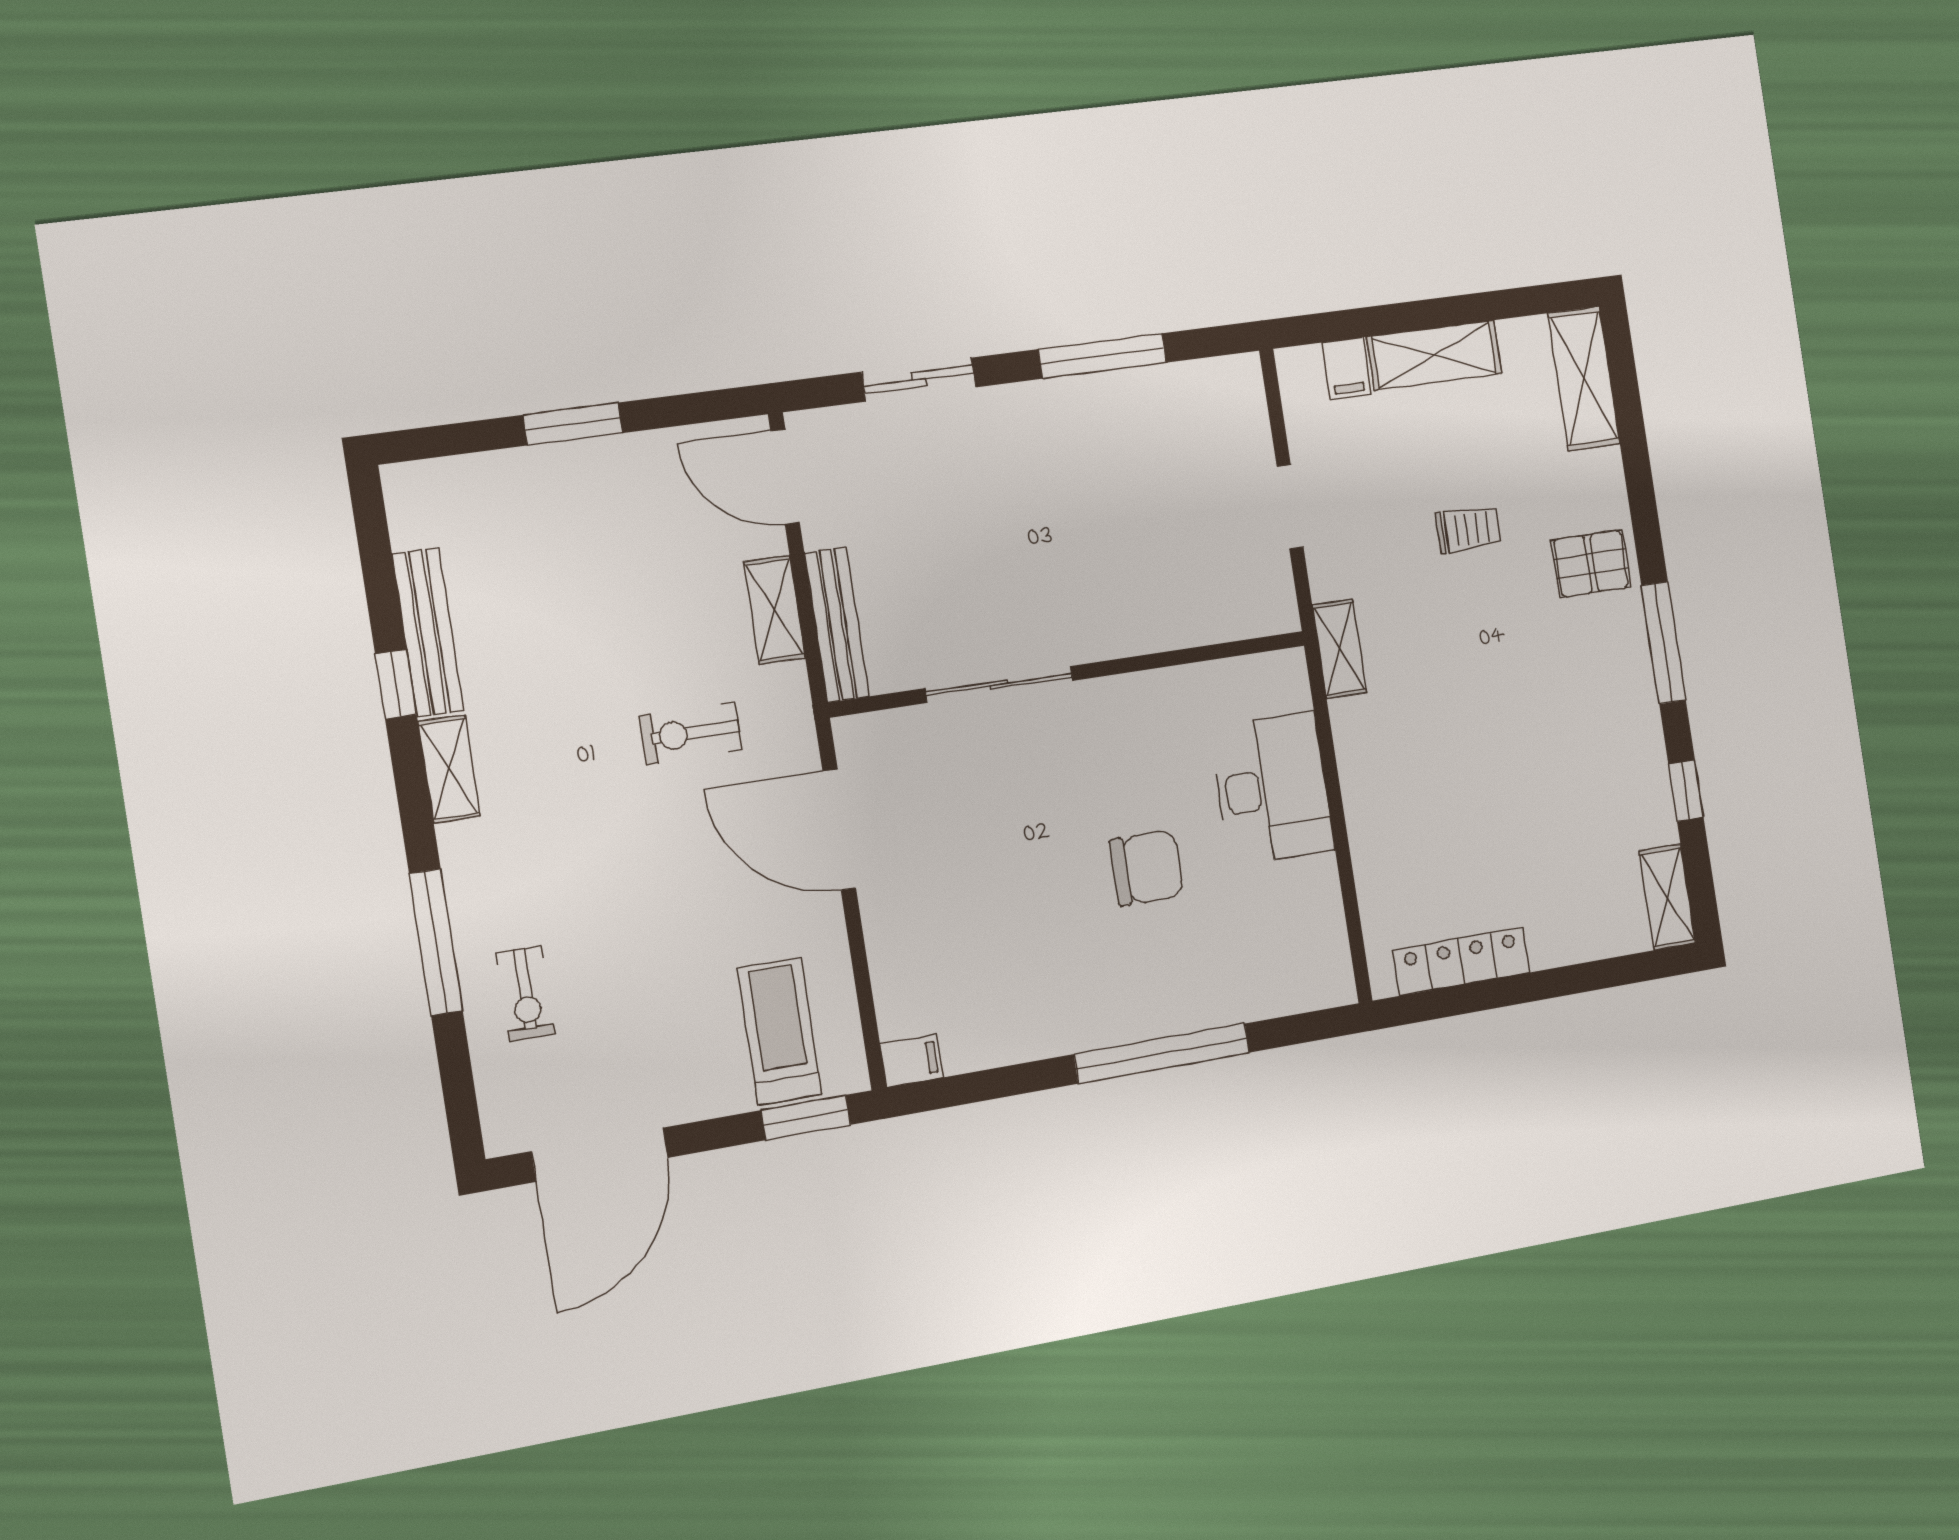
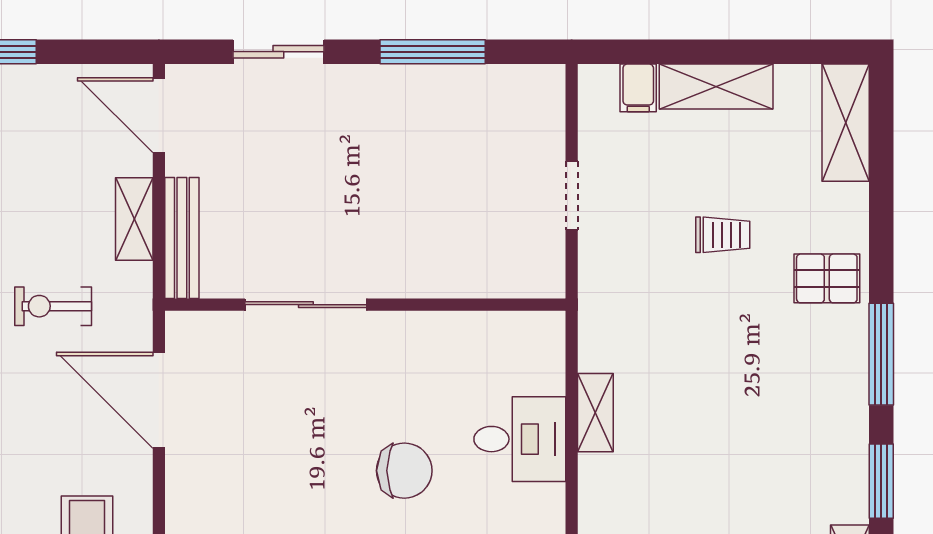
shelving: (1339, 649) -> (595, 413), moved
desk: (1272, 789) -> (520, 439), width x0.73
window: (1686, 791) -> (881, 481), width x1.50

